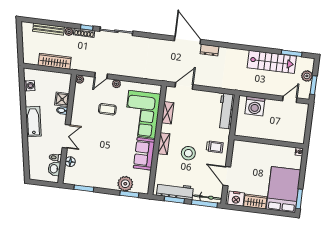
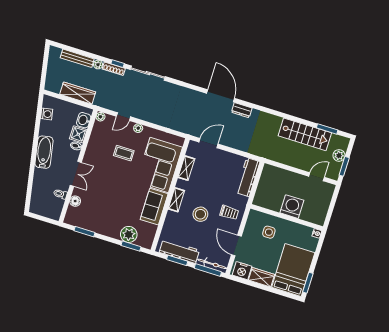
washing machine: (255, 106) -> (292, 207), moved, turned 180
side table: (255, 158) -> (269, 232), added
washbasin: (54, 169) -> (84, 120), moved

